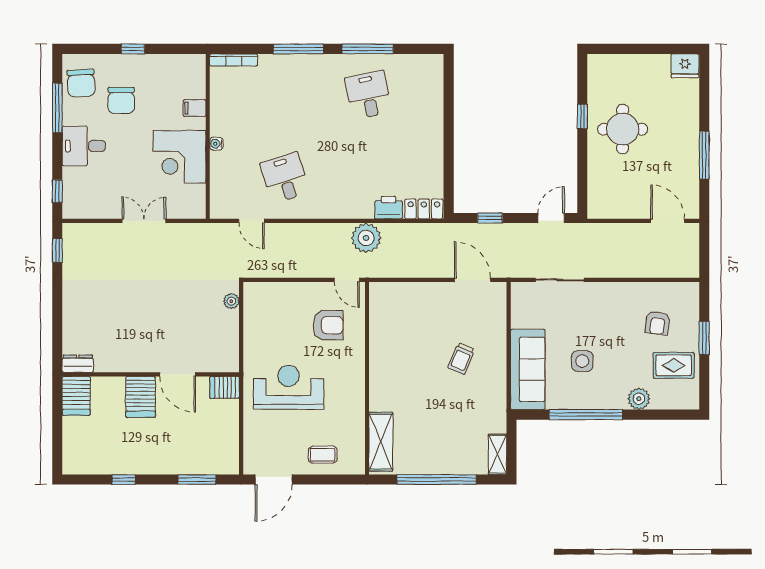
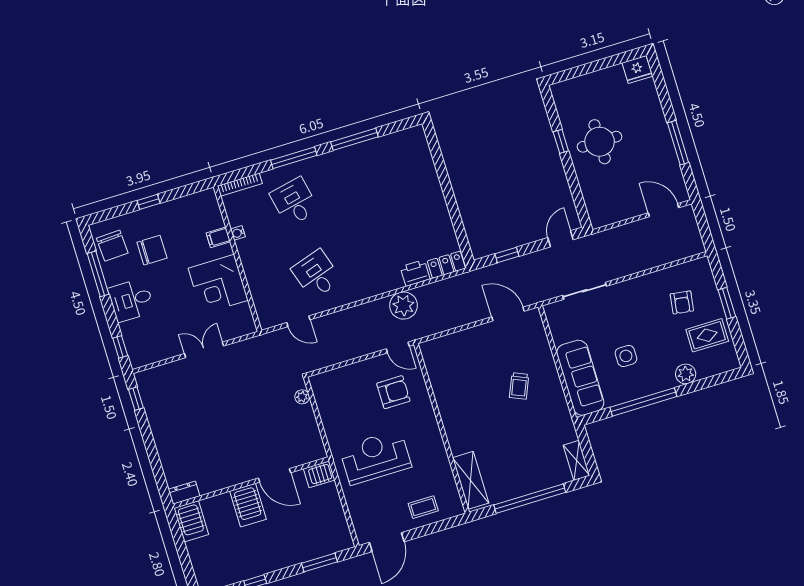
desk: (368, 95) -> (294, 202), moved
chair: (121, 100) -> (152, 250), turned -90
water cooler: (216, 144) -> (238, 233), moved

